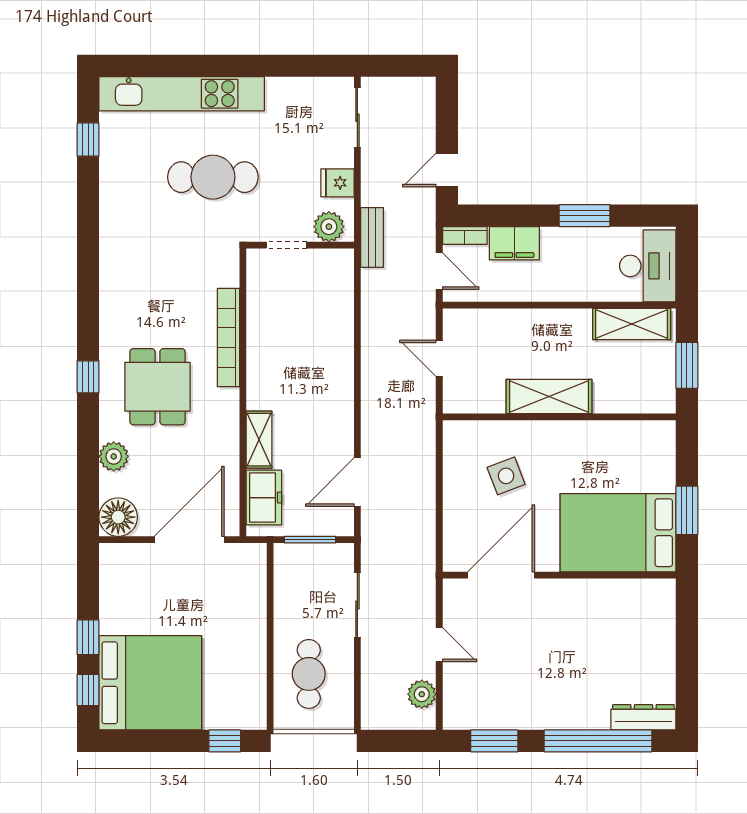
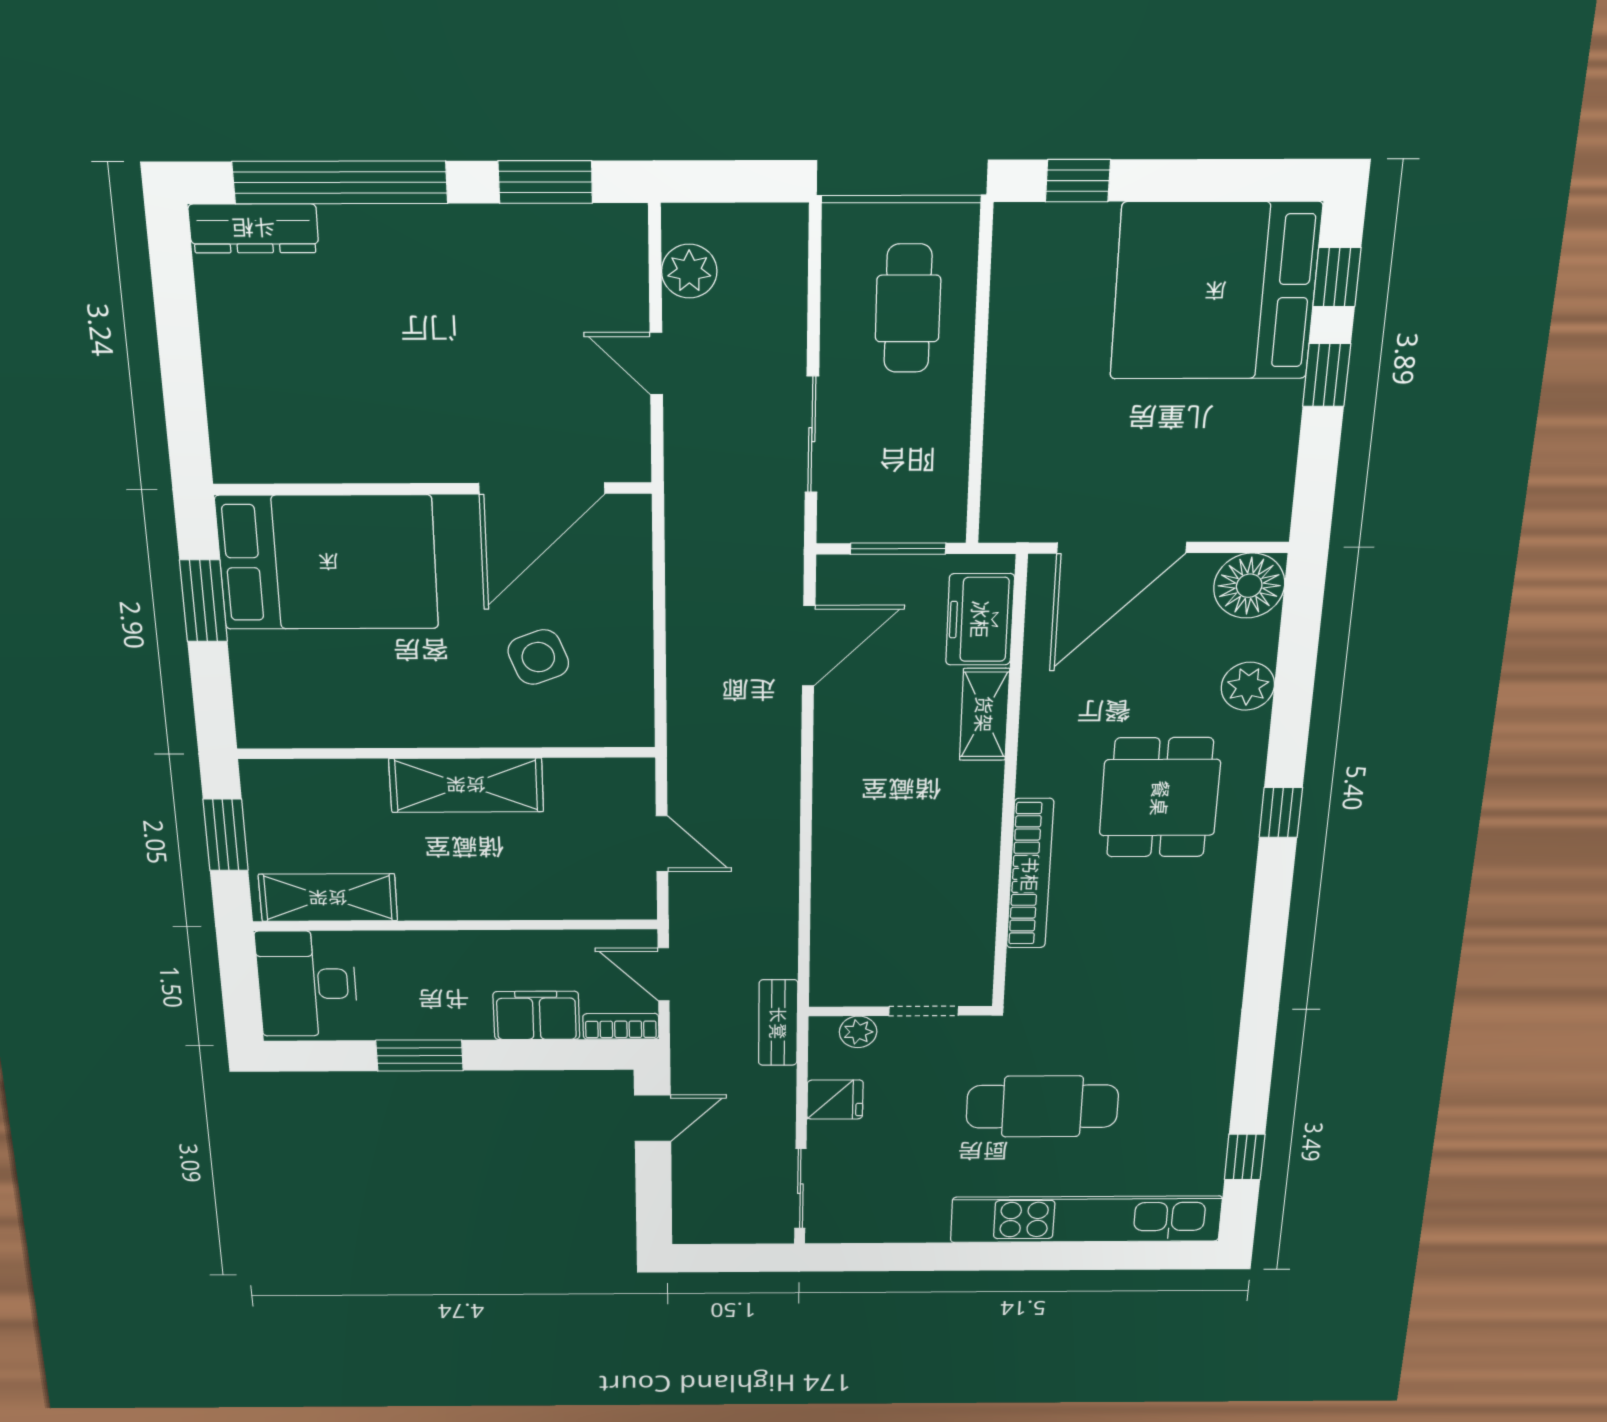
plant: (329, 227) -> (858, 1032), width x0.73, depth x0.73

